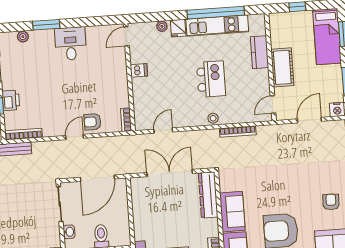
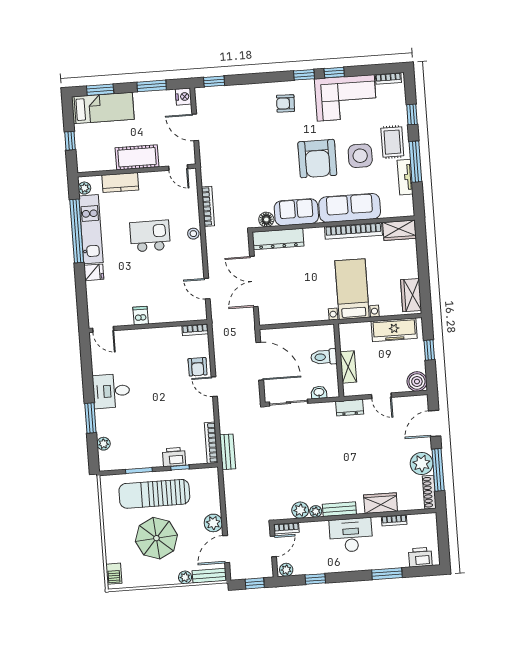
plant: (162, 26) -> (84, 188), moved
floor lamp: (226, 184) -> (266, 220), added

